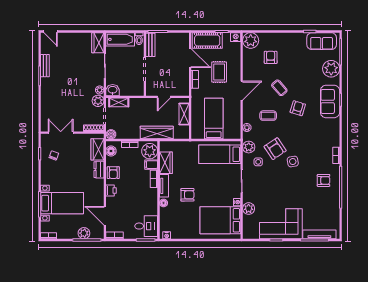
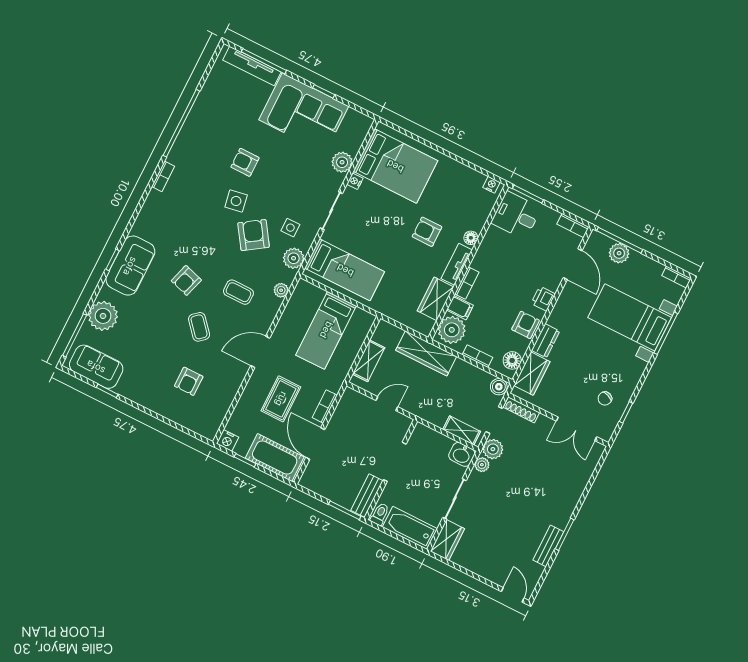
plant: (251, 40) -> (207, 423), removed
armchair: (324, 180) -> (245, 162), moved

